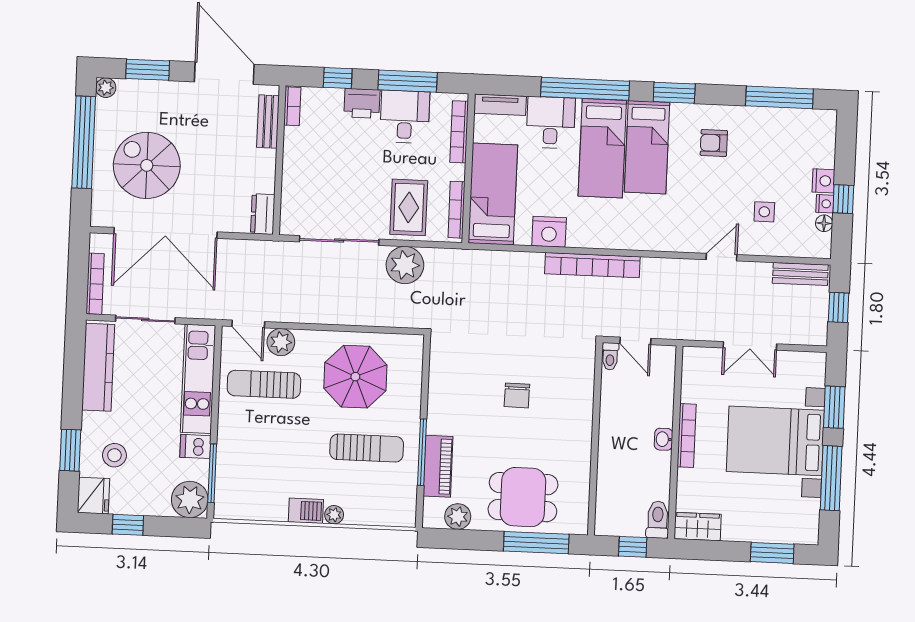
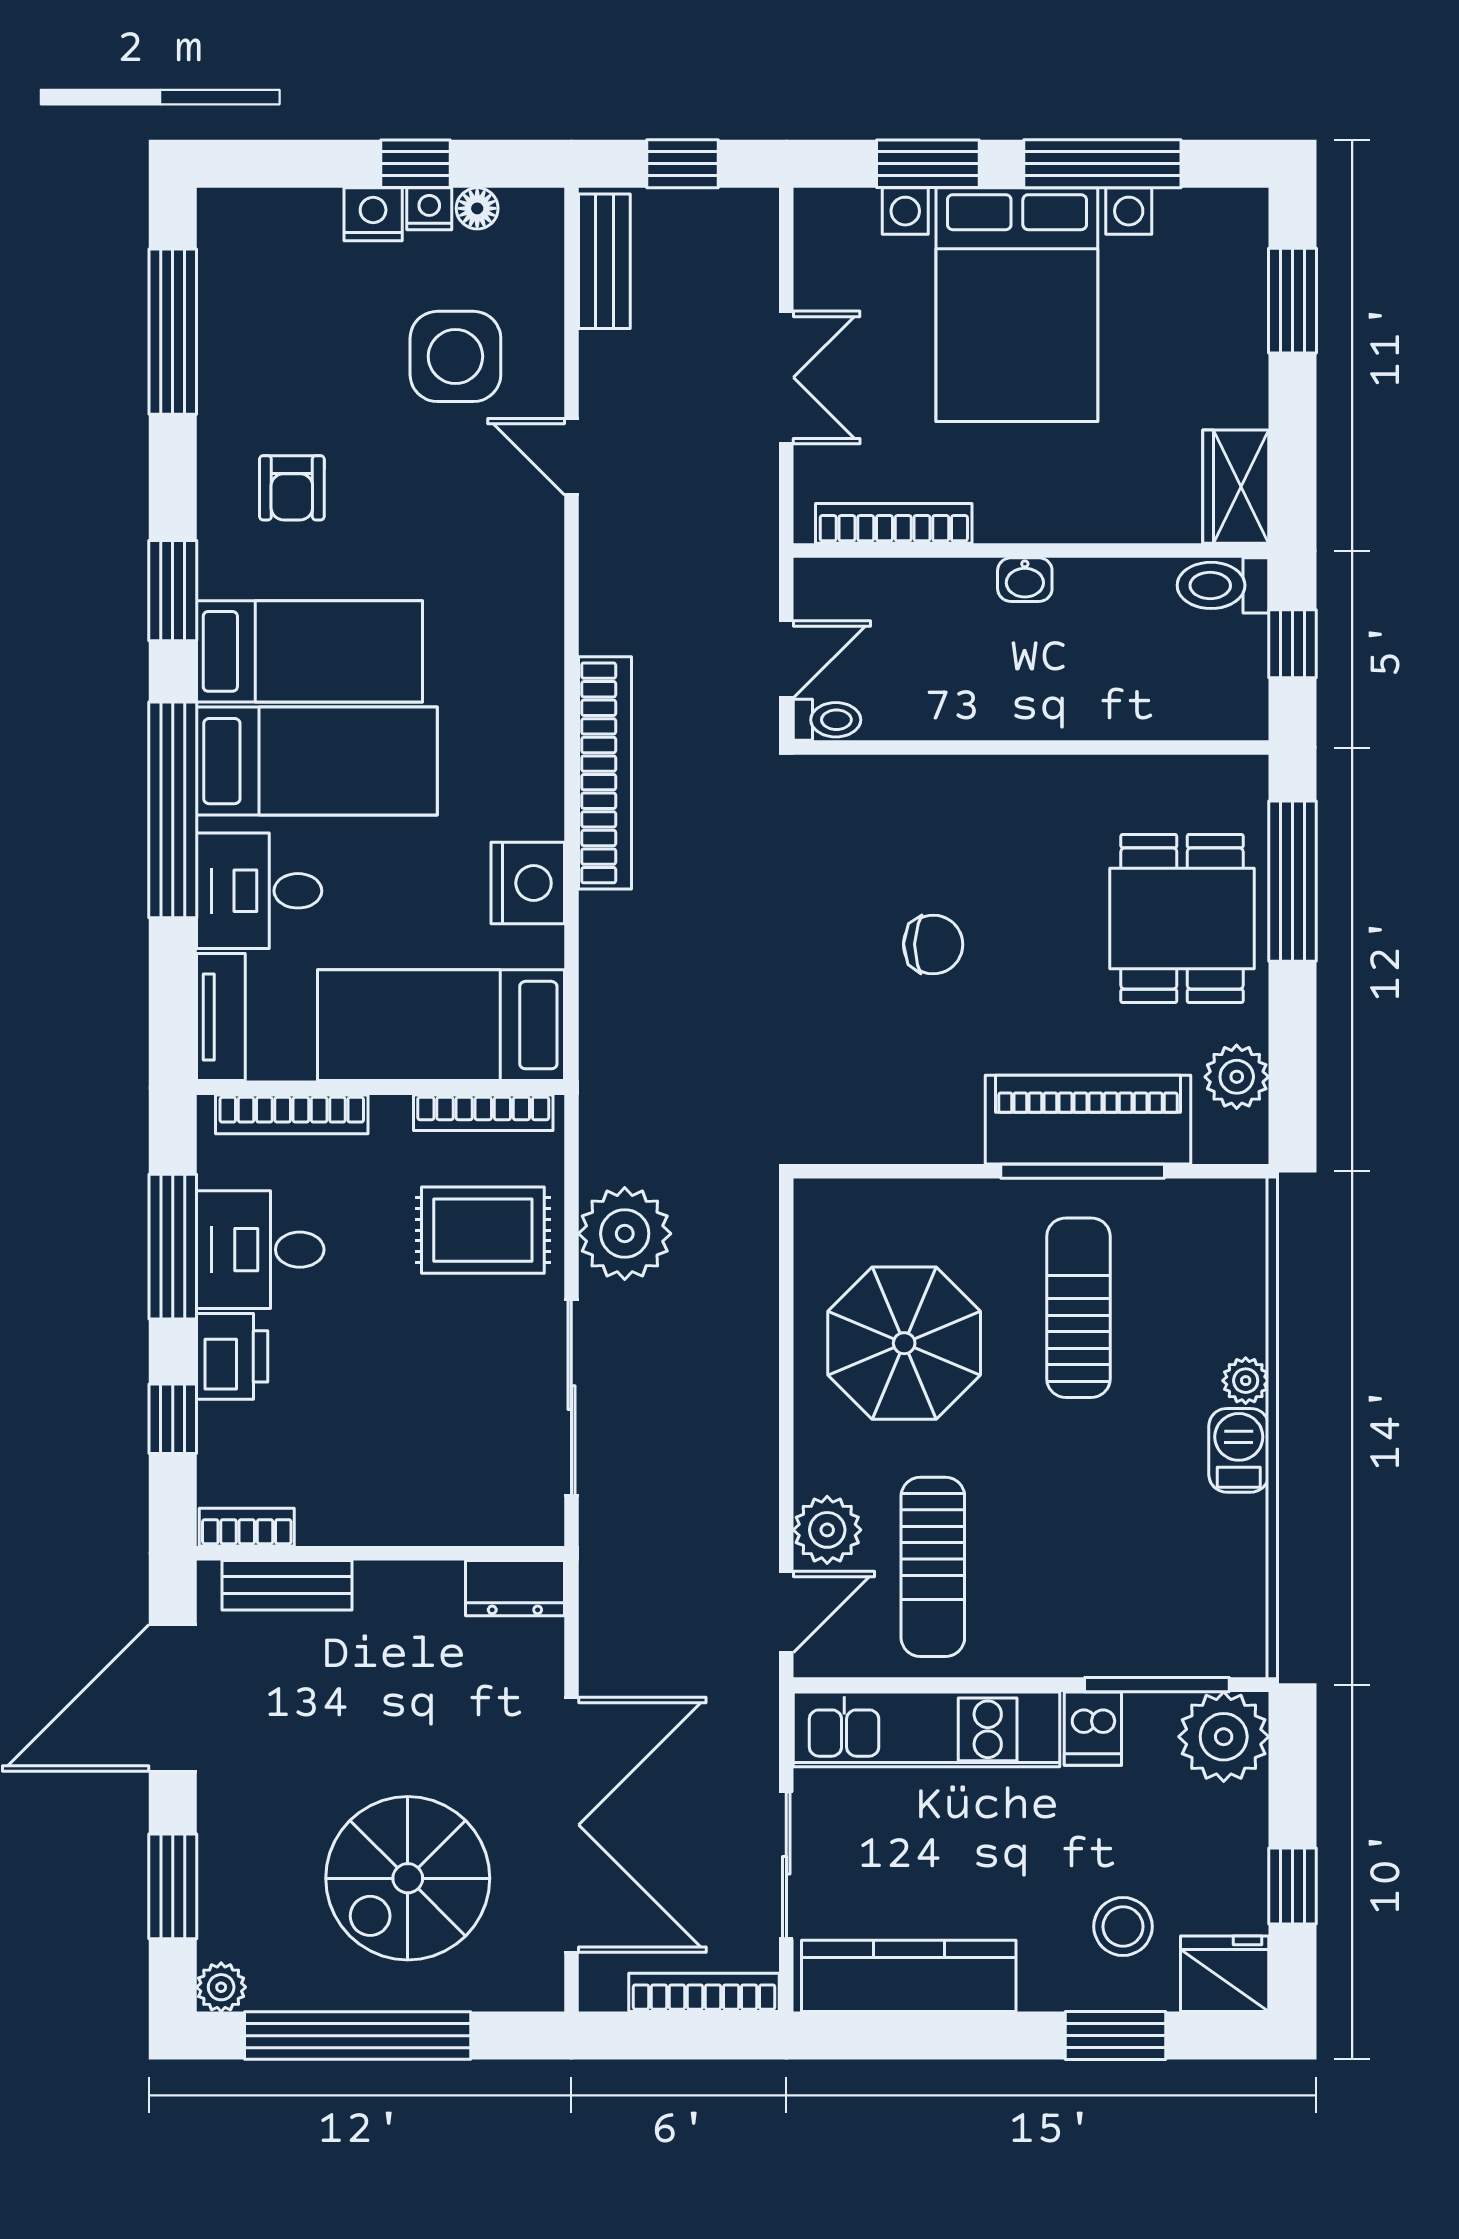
side table: (764, 212) -> (455, 356), width x1.87, depth x1.87
bookcase: (687, 436) -> (894, 523), moved
piano: (438, 466) -> (1088, 1120), width x1.37, depth x1.33

